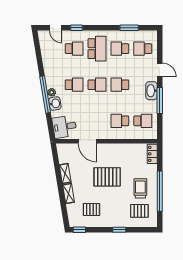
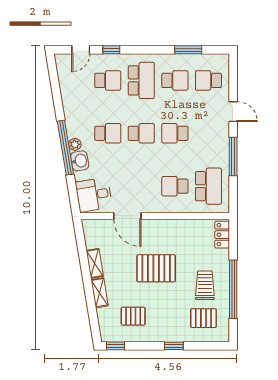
door: (56, 28) -> (81, 50), hinge flipped
school desk: (120, 49) -> (175, 80), turned 180
washbasin: (151, 91) -> (221, 142), removed
school desk: (143, 121) -> (208, 186), width x1.85

